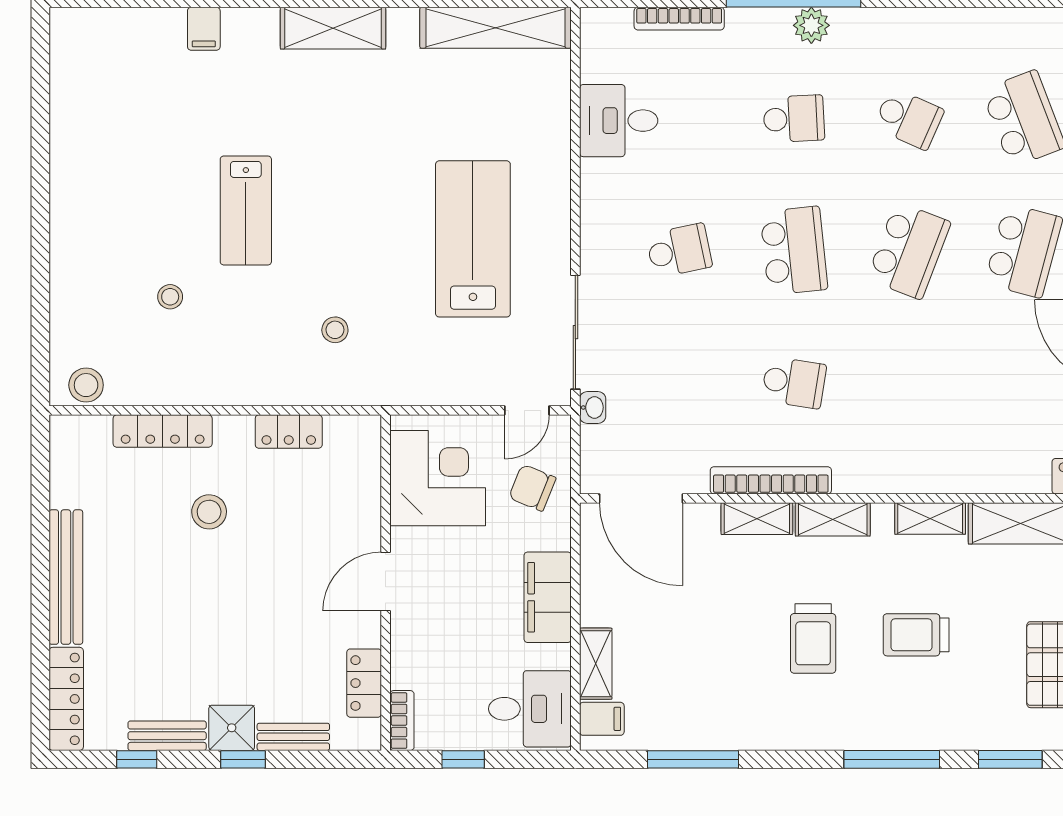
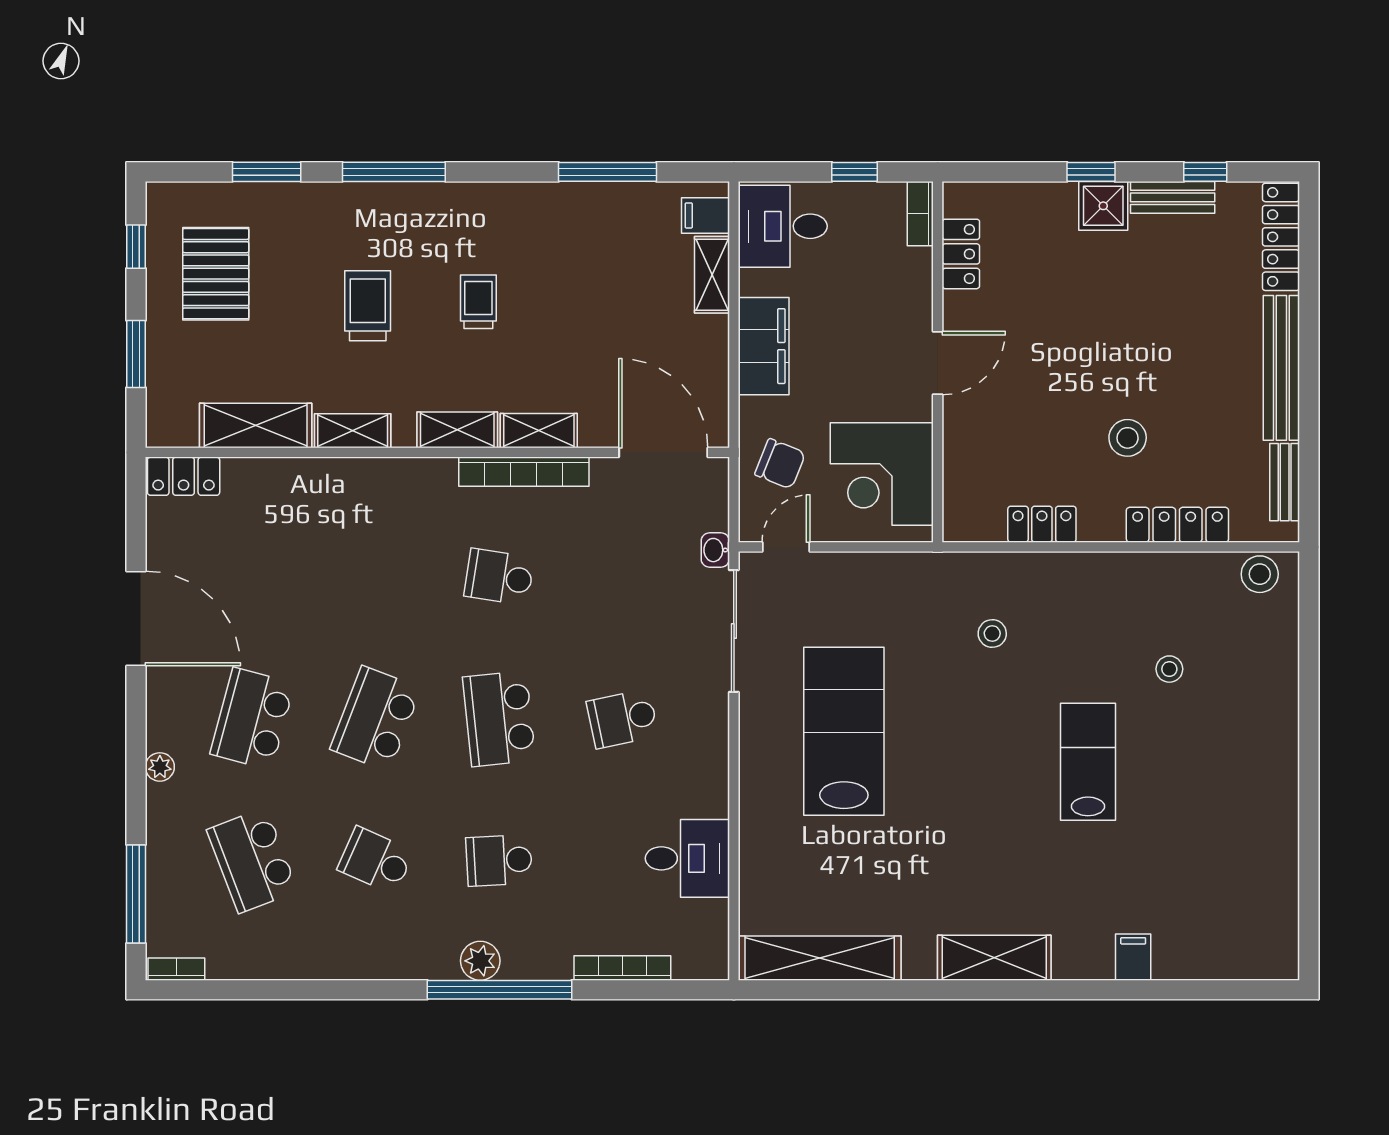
lab bench: (473, 239) -> (844, 731), turned 180
trolley: (916, 635) -> (368, 306), turned -90
trolley: (813, 638) -> (478, 302), width x0.73, depth x0.72
bench: (293, 737) -> (1285, 482), moved, turned 90

